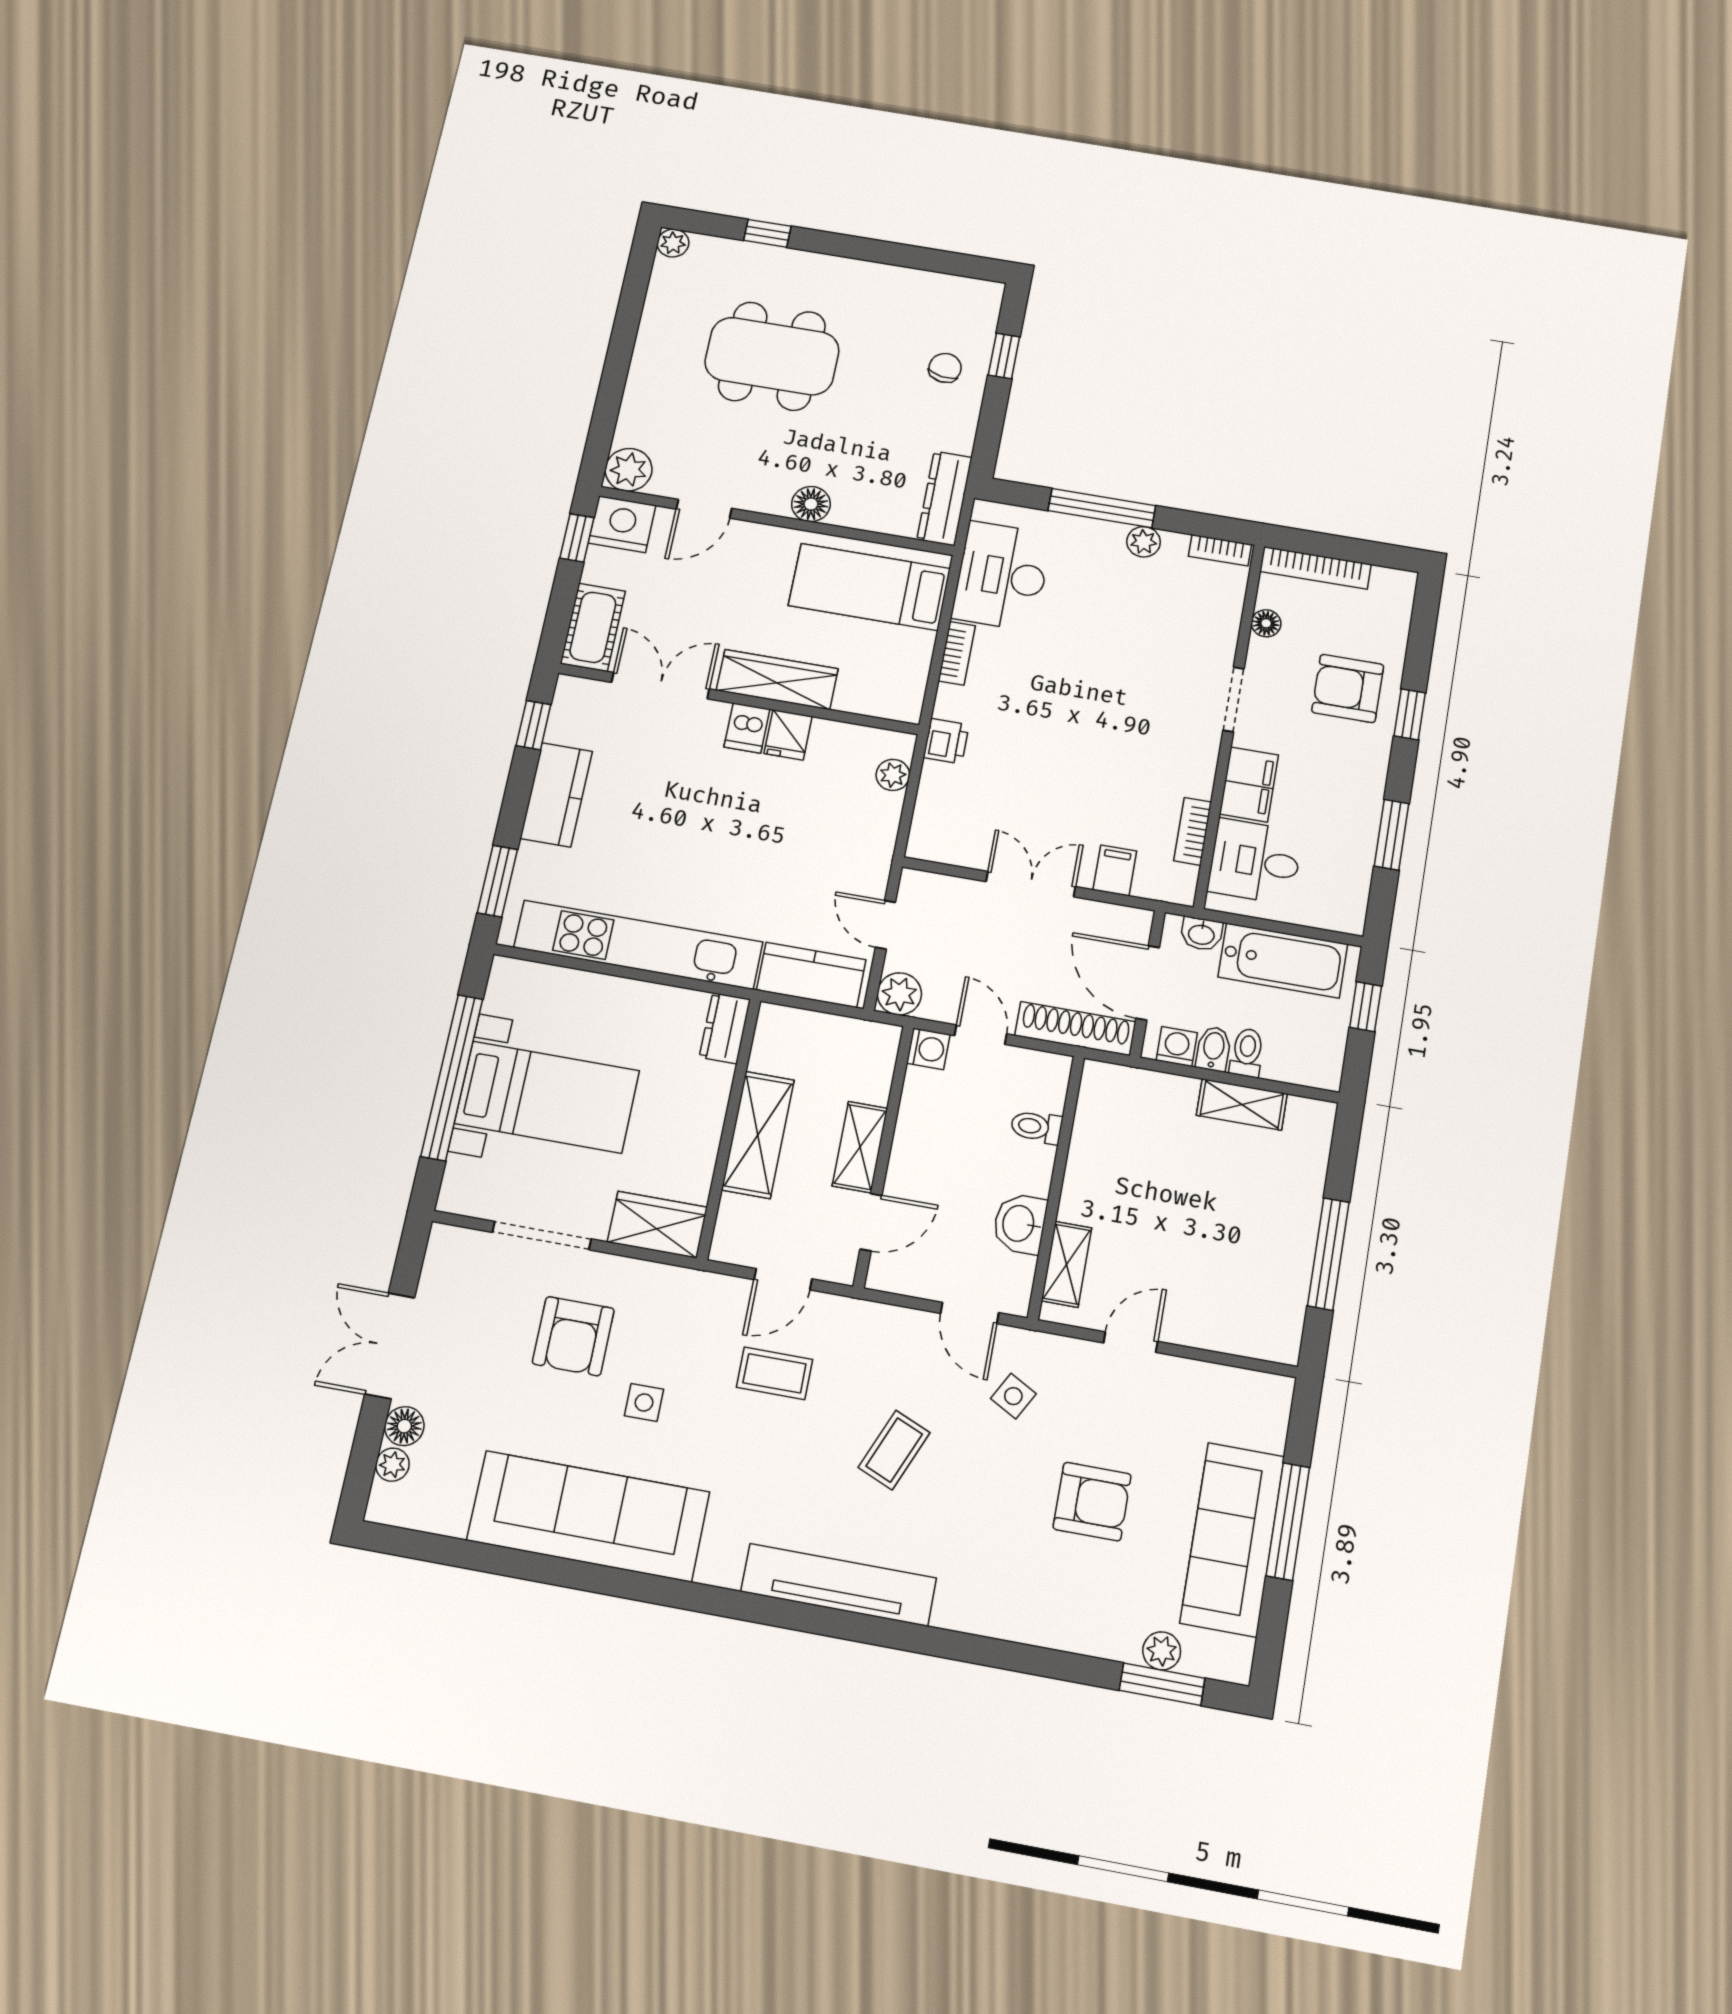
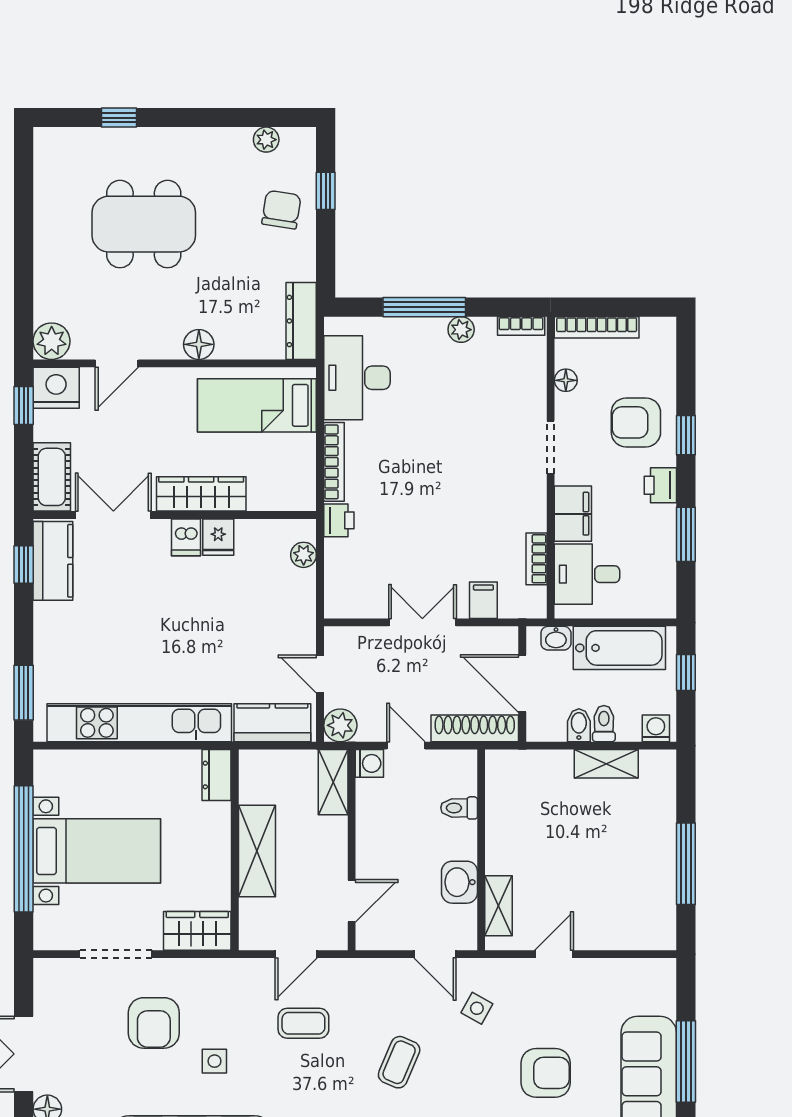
plant: (673, 243) -> (266, 140), moved
chair: (945, 368) -> (281, 210), width x1.37, depth x1.37
bookcase: (957, 653) -> (334, 462), width x1.56
printer: (1367, 769) -> (660, 485), added
kitchen counter: (556, 795) -> (53, 561), moved
washing machine: (1177, 1047) -> (656, 728), moved
shelving: (860, 1147) -> (333, 782), moved

